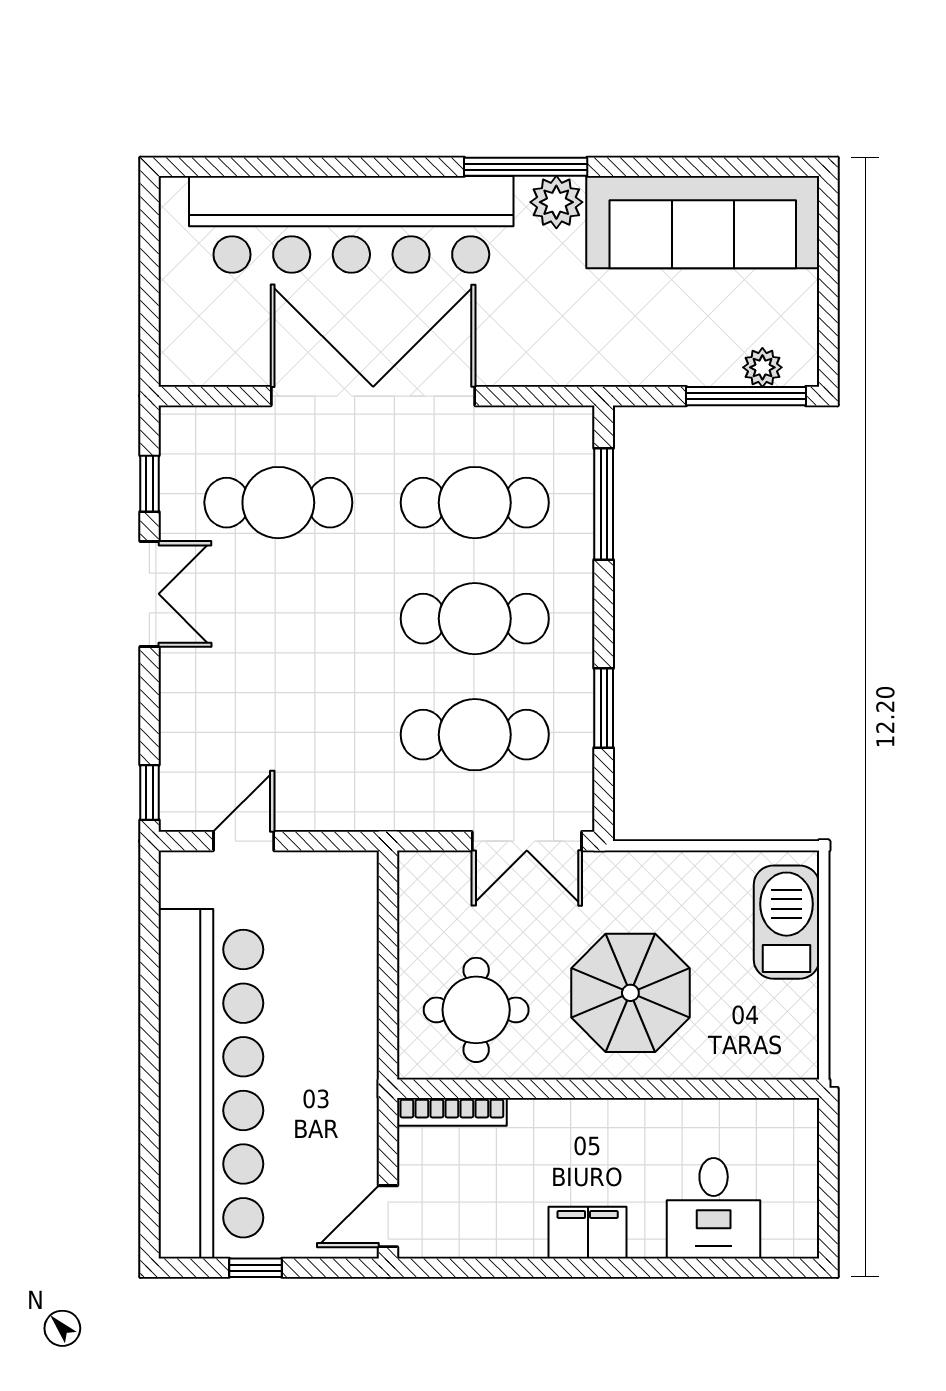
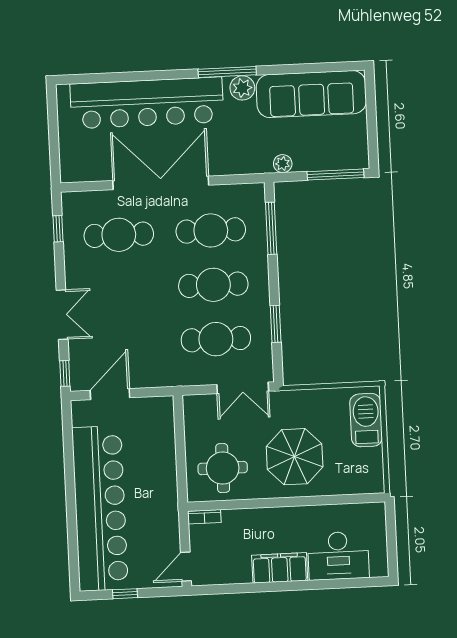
plant: (762, 367) -> (283, 164), moved
double door: (149, 594) -> (62, 315), moved
door: (244, 841) -> (110, 394), width x1.38
bookcase: (452, 1112) -> (204, 517), width x0.64
desk: (714, 1208) -> (338, 556), width x1.37
filing cabinet: (588, 1233) -> (280, 568), width x1.50, depth x1.17

